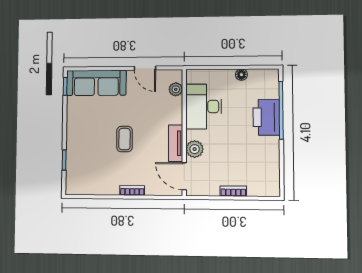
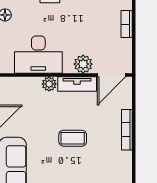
plant: (176, 89) -> (49, 84), moved
bookcase: (132, 191) -> (127, 130), width x1.56

